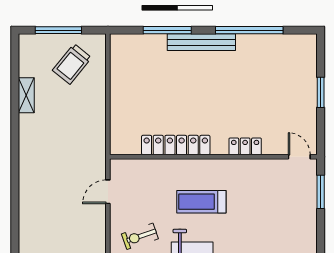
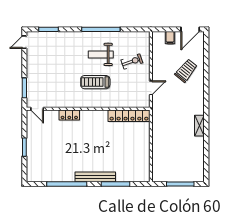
trolley: (72, 64) -> (186, 71), moved
shelving: (26, 95) -> (199, 126), moved
locker: (176, 145) -> (129, 116), moved
treadmill: (201, 202) -> (95, 82), turned 180

